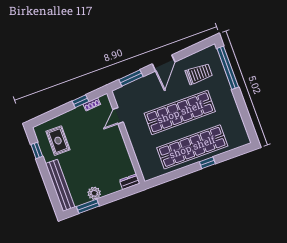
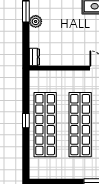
window: (207, 163) -> (26, 121), moved

